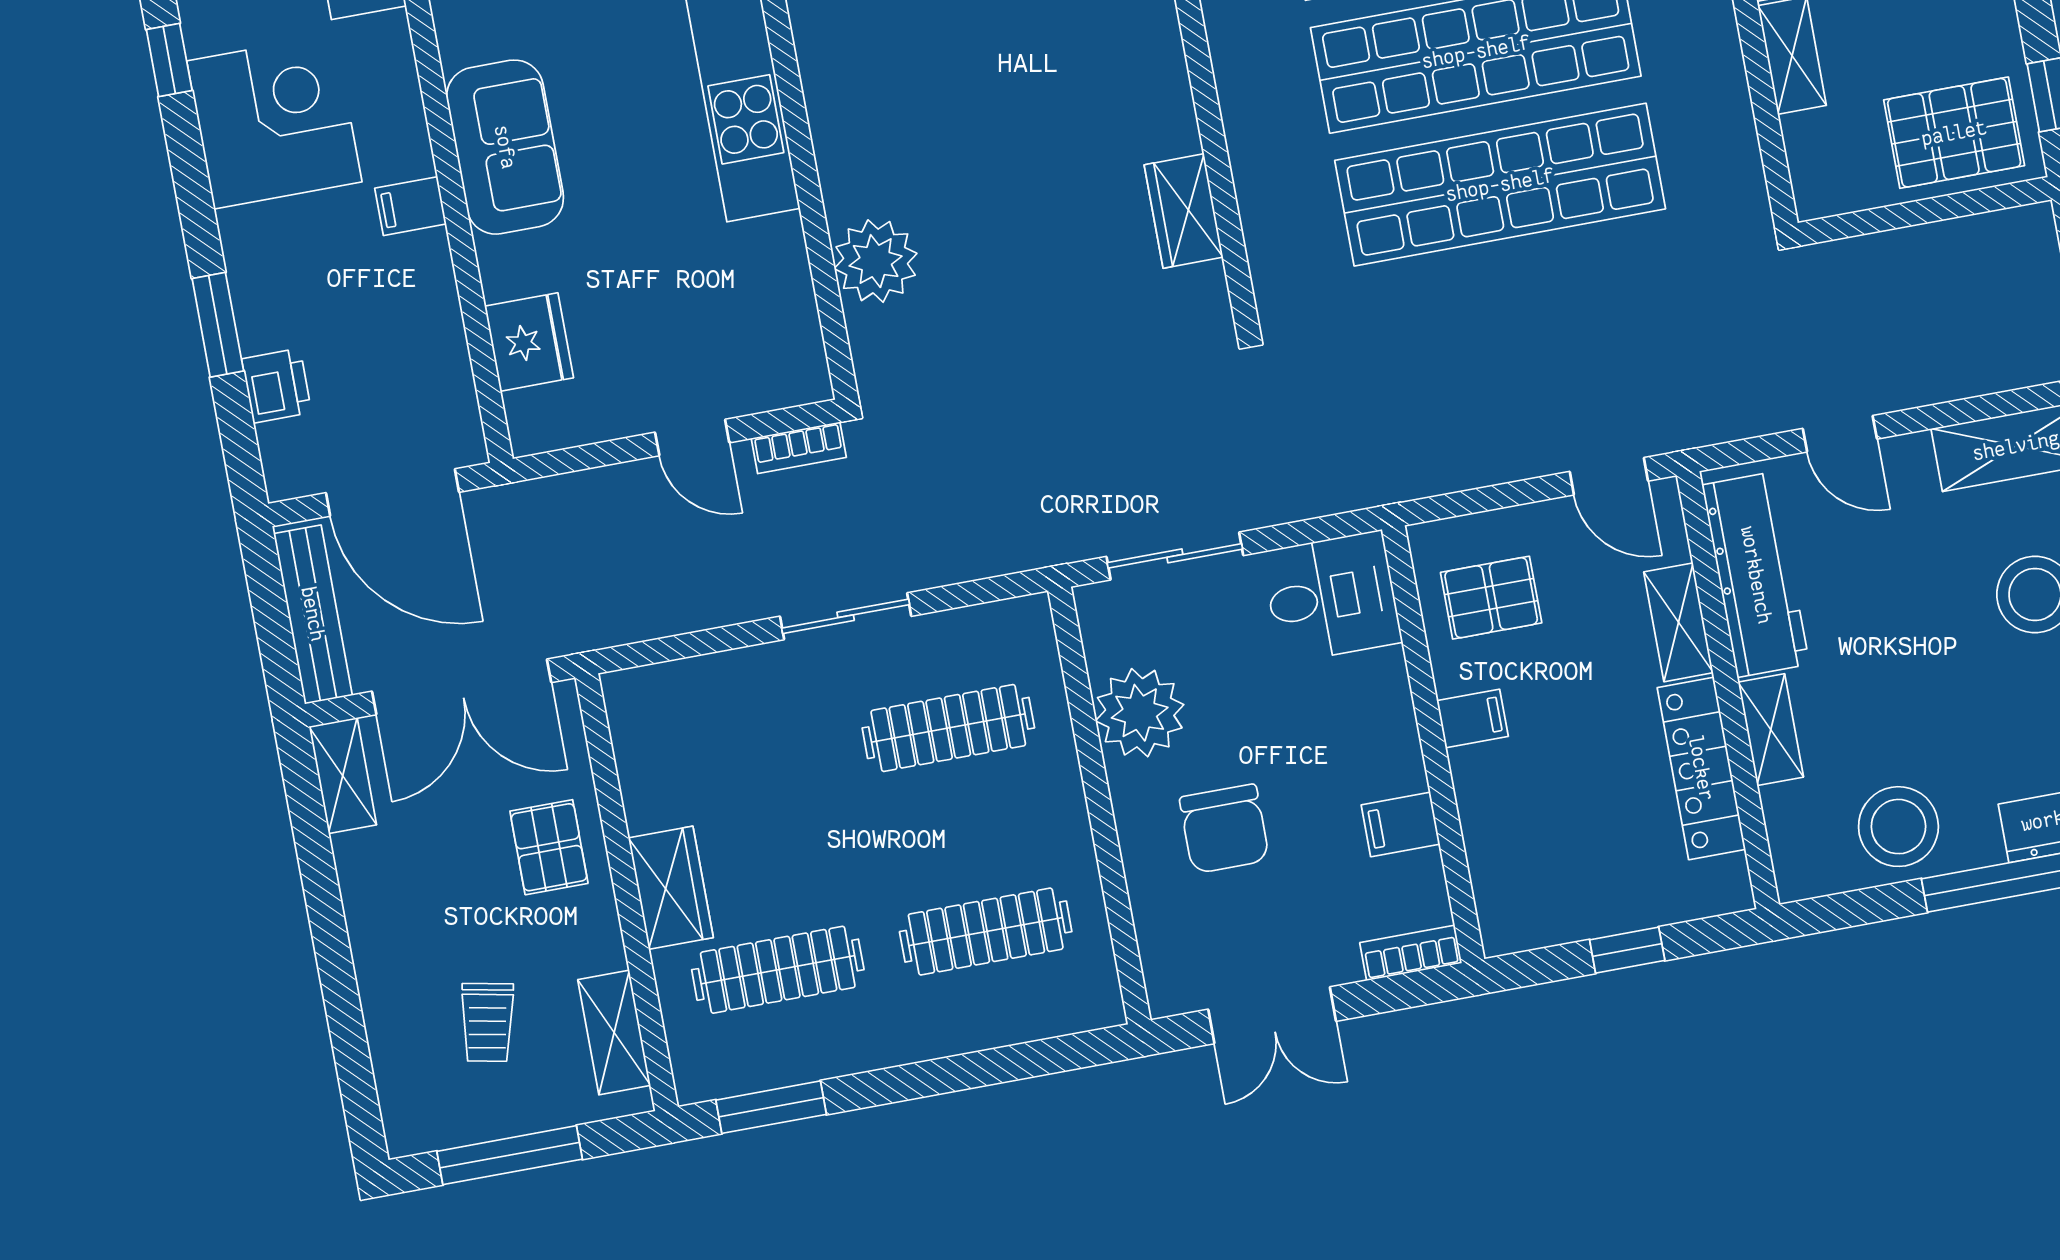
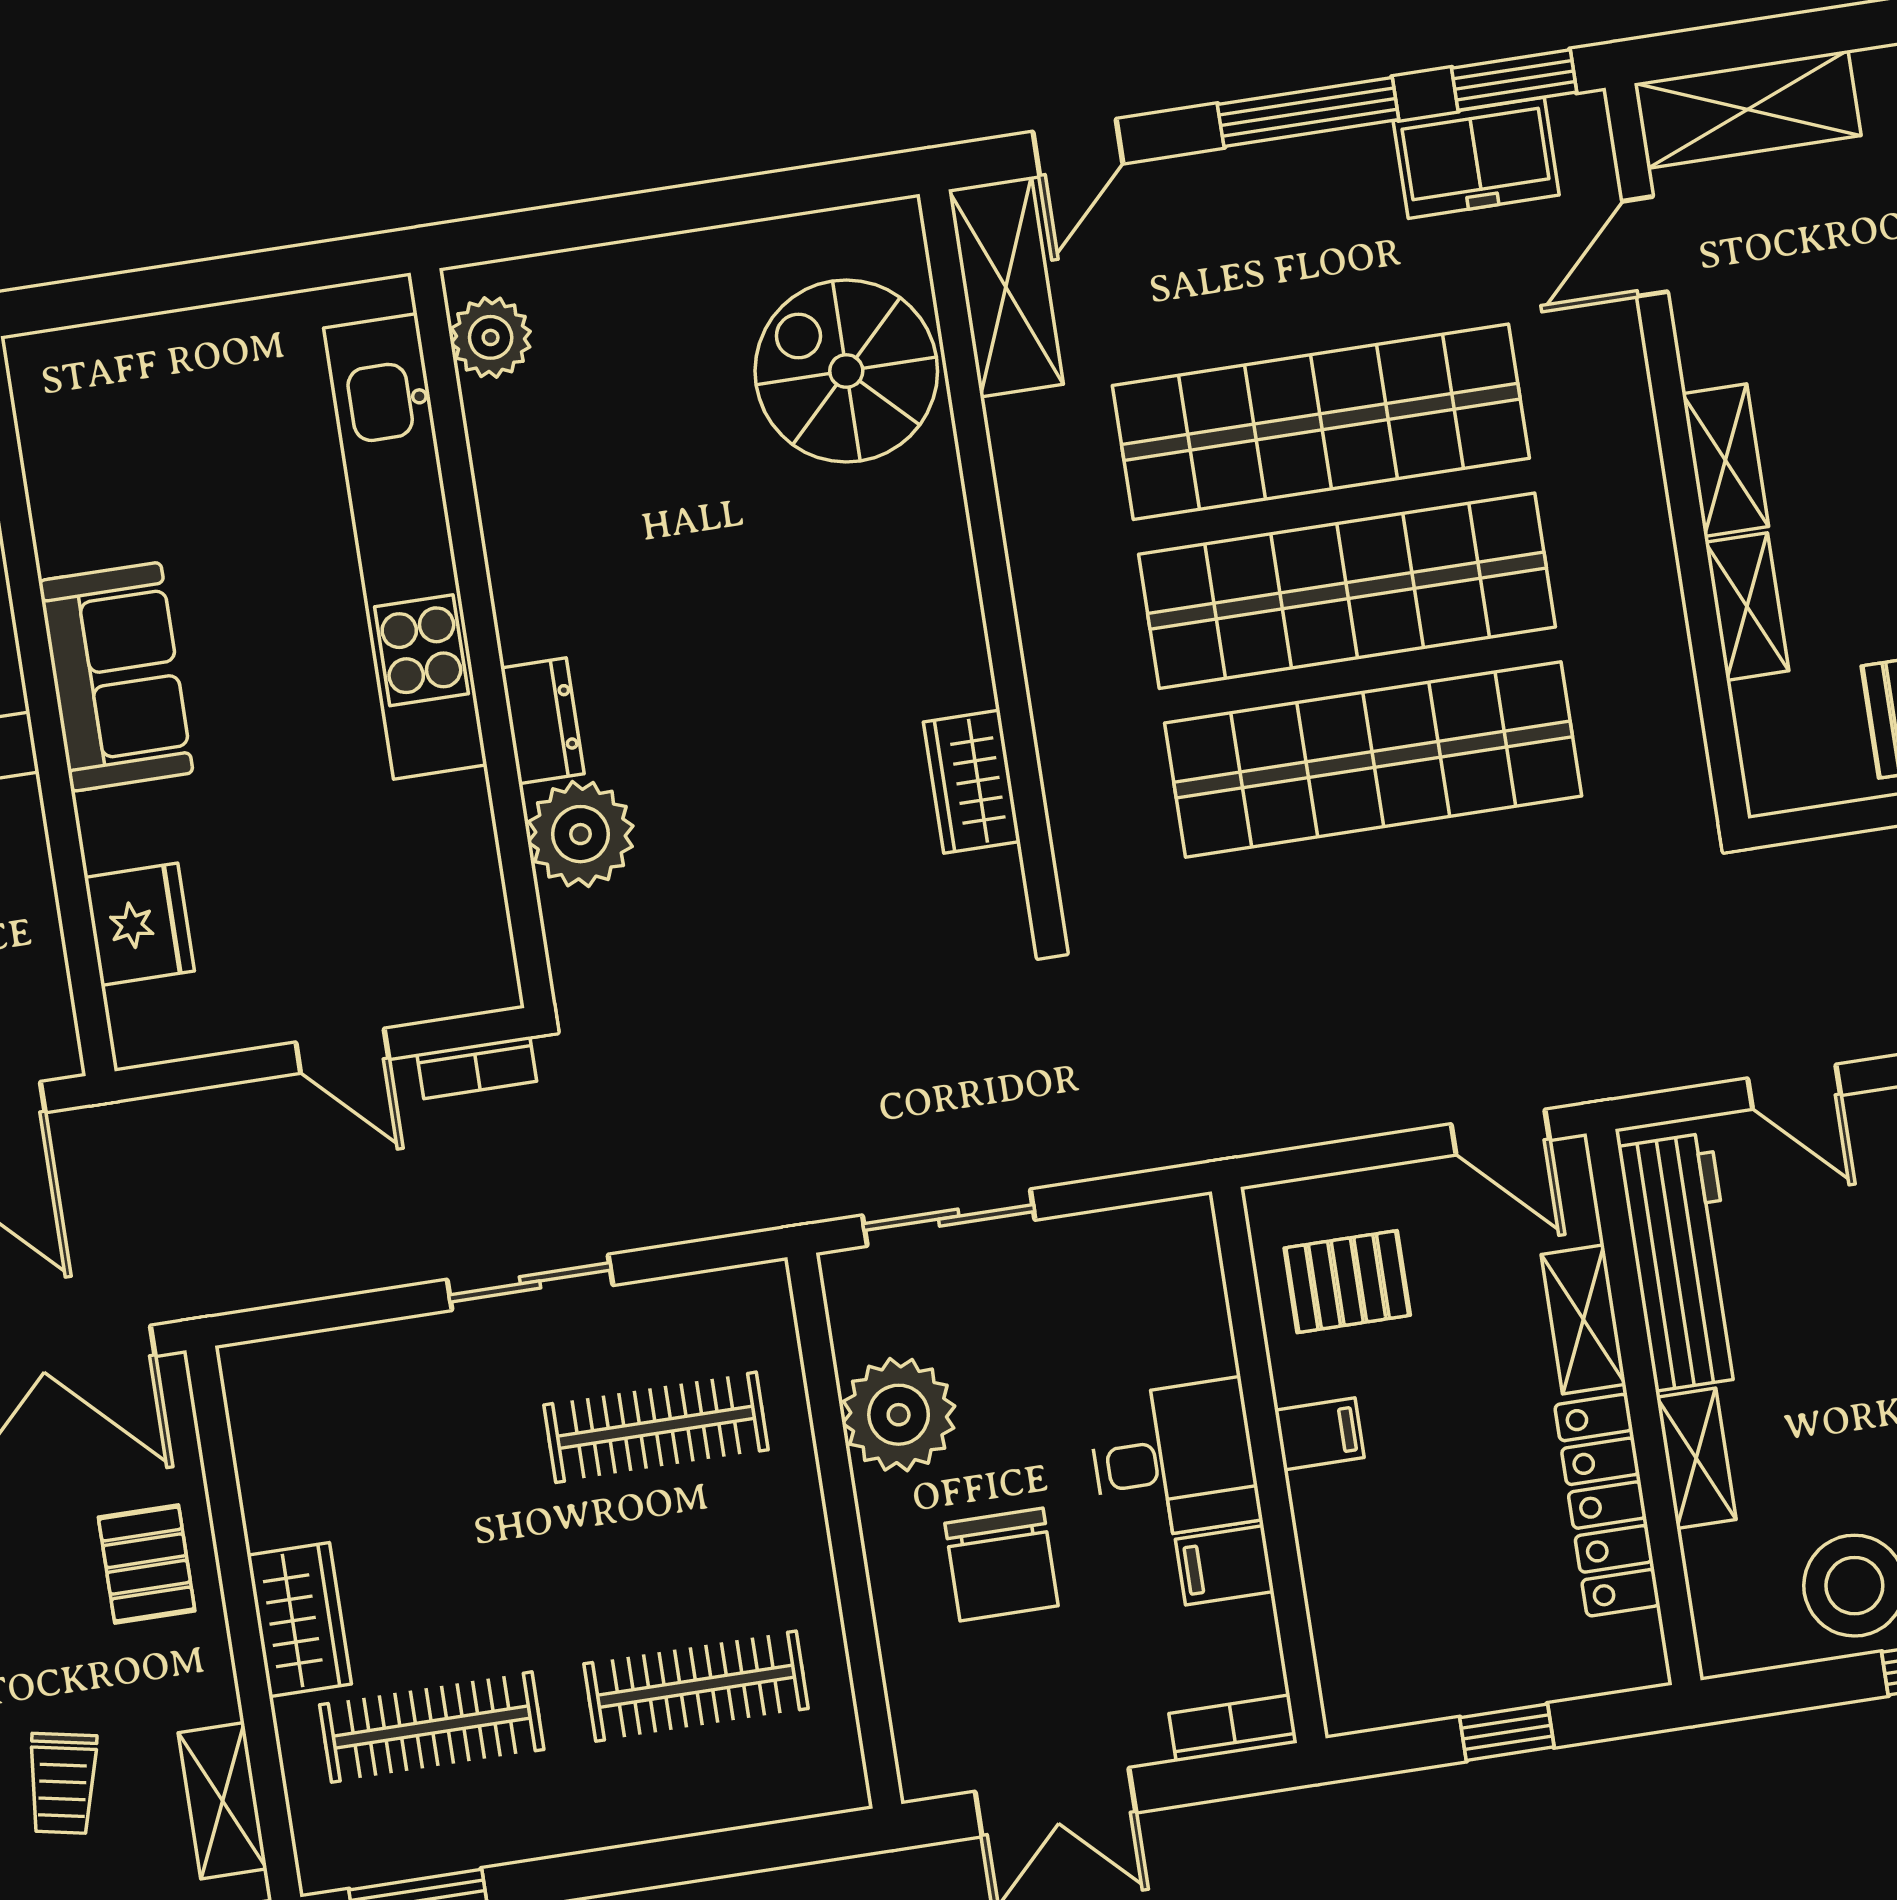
dresser: (843, 172) -> (542, 721), added
desk: (1332, 597) -> (1174, 1460), moved

